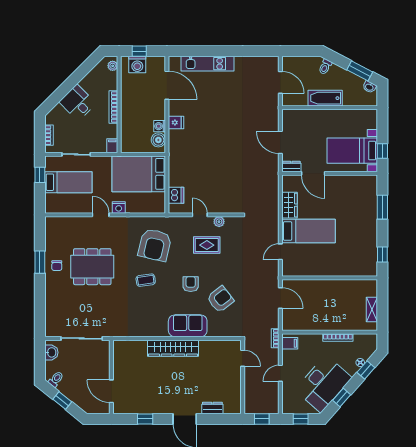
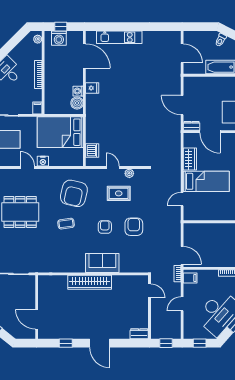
door: (280, 298) -> (182, 255), moved
armchair: (220, 299) -> (134, 227), moved, turned -52
dresser: (212, 408) -> (139, 334), moved

